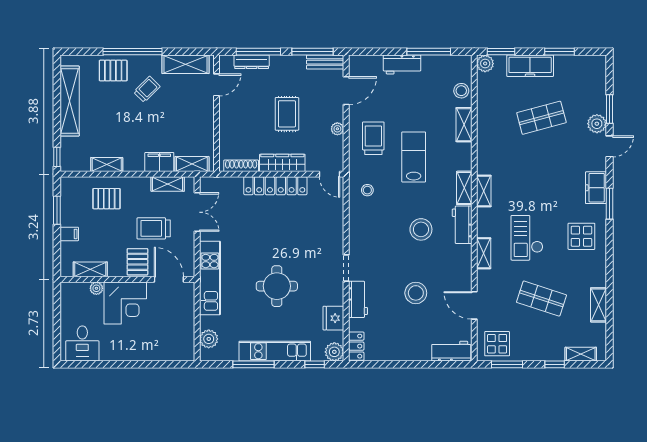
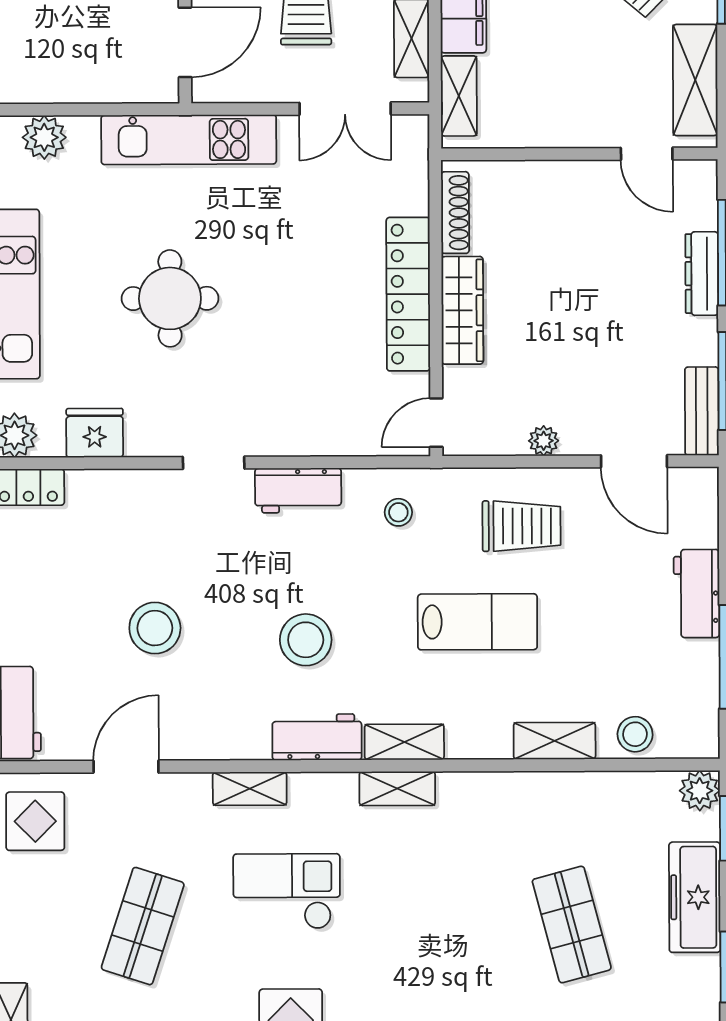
dresser: (252, 62) -> (702, 274), moved
rug: (287, 114) -> (579, 321), removed
workbench: (358, 299) -> (298, 490), moved

